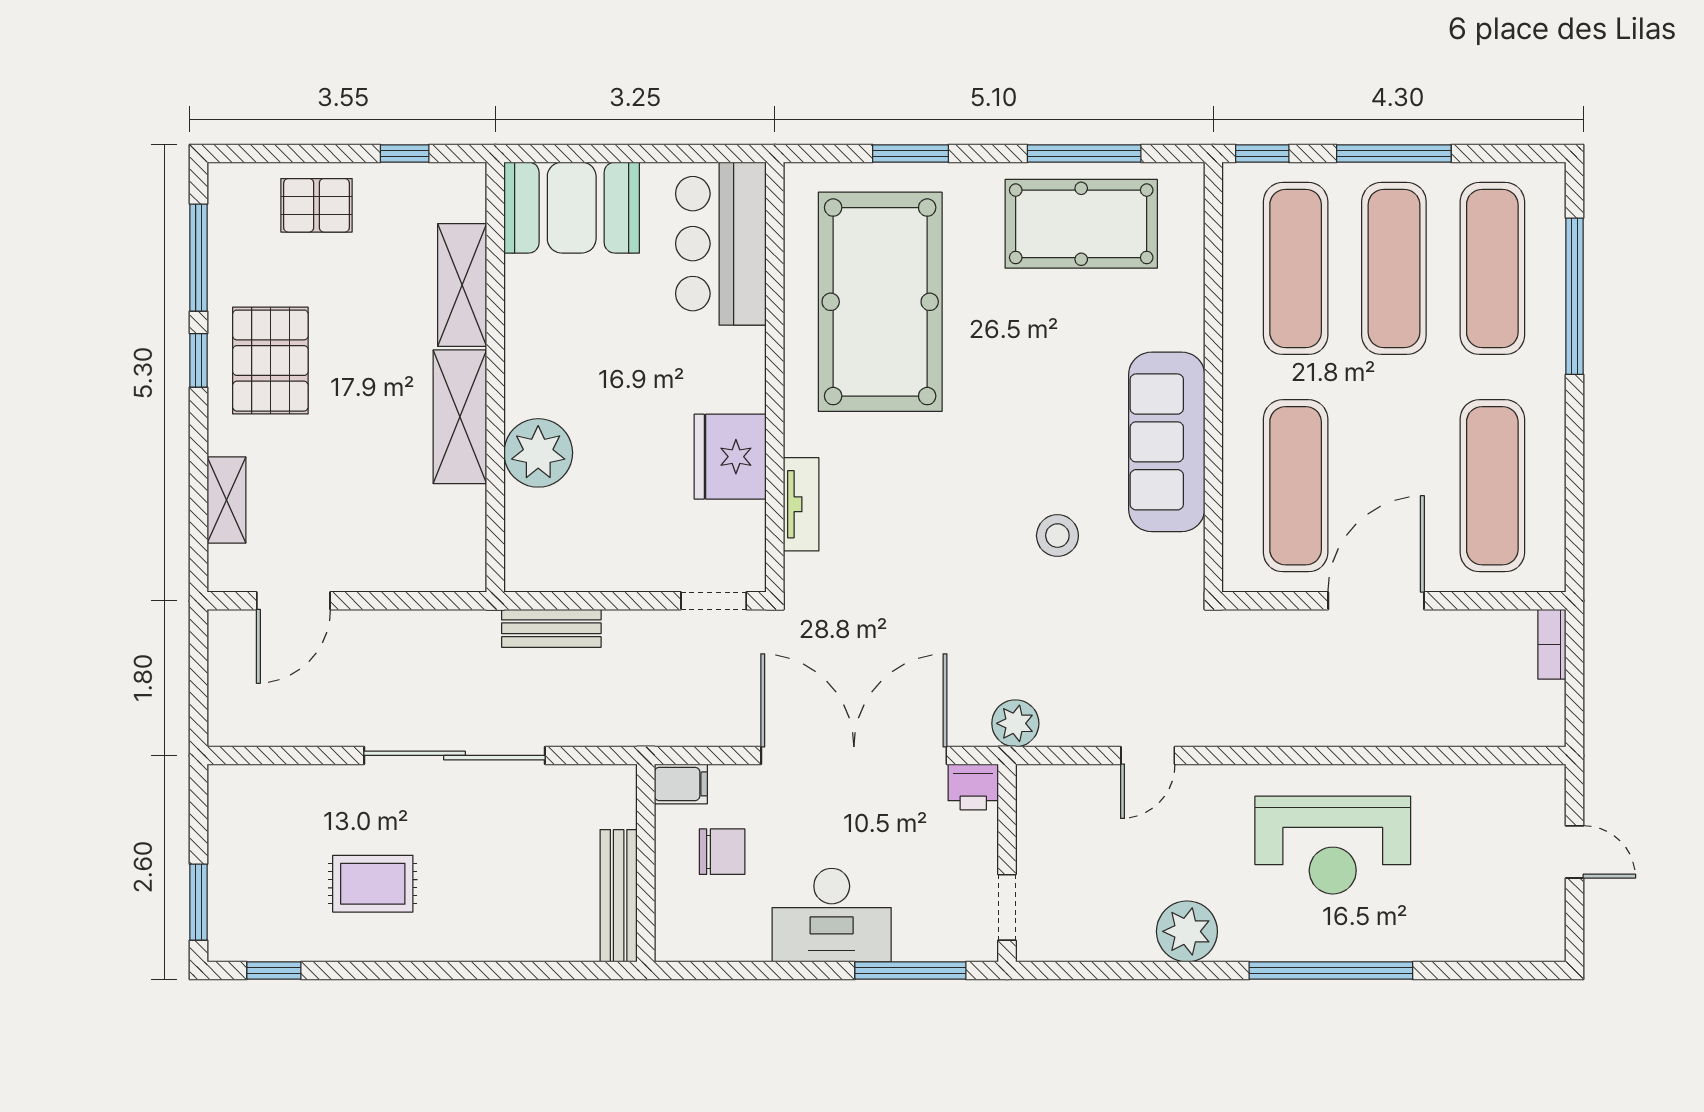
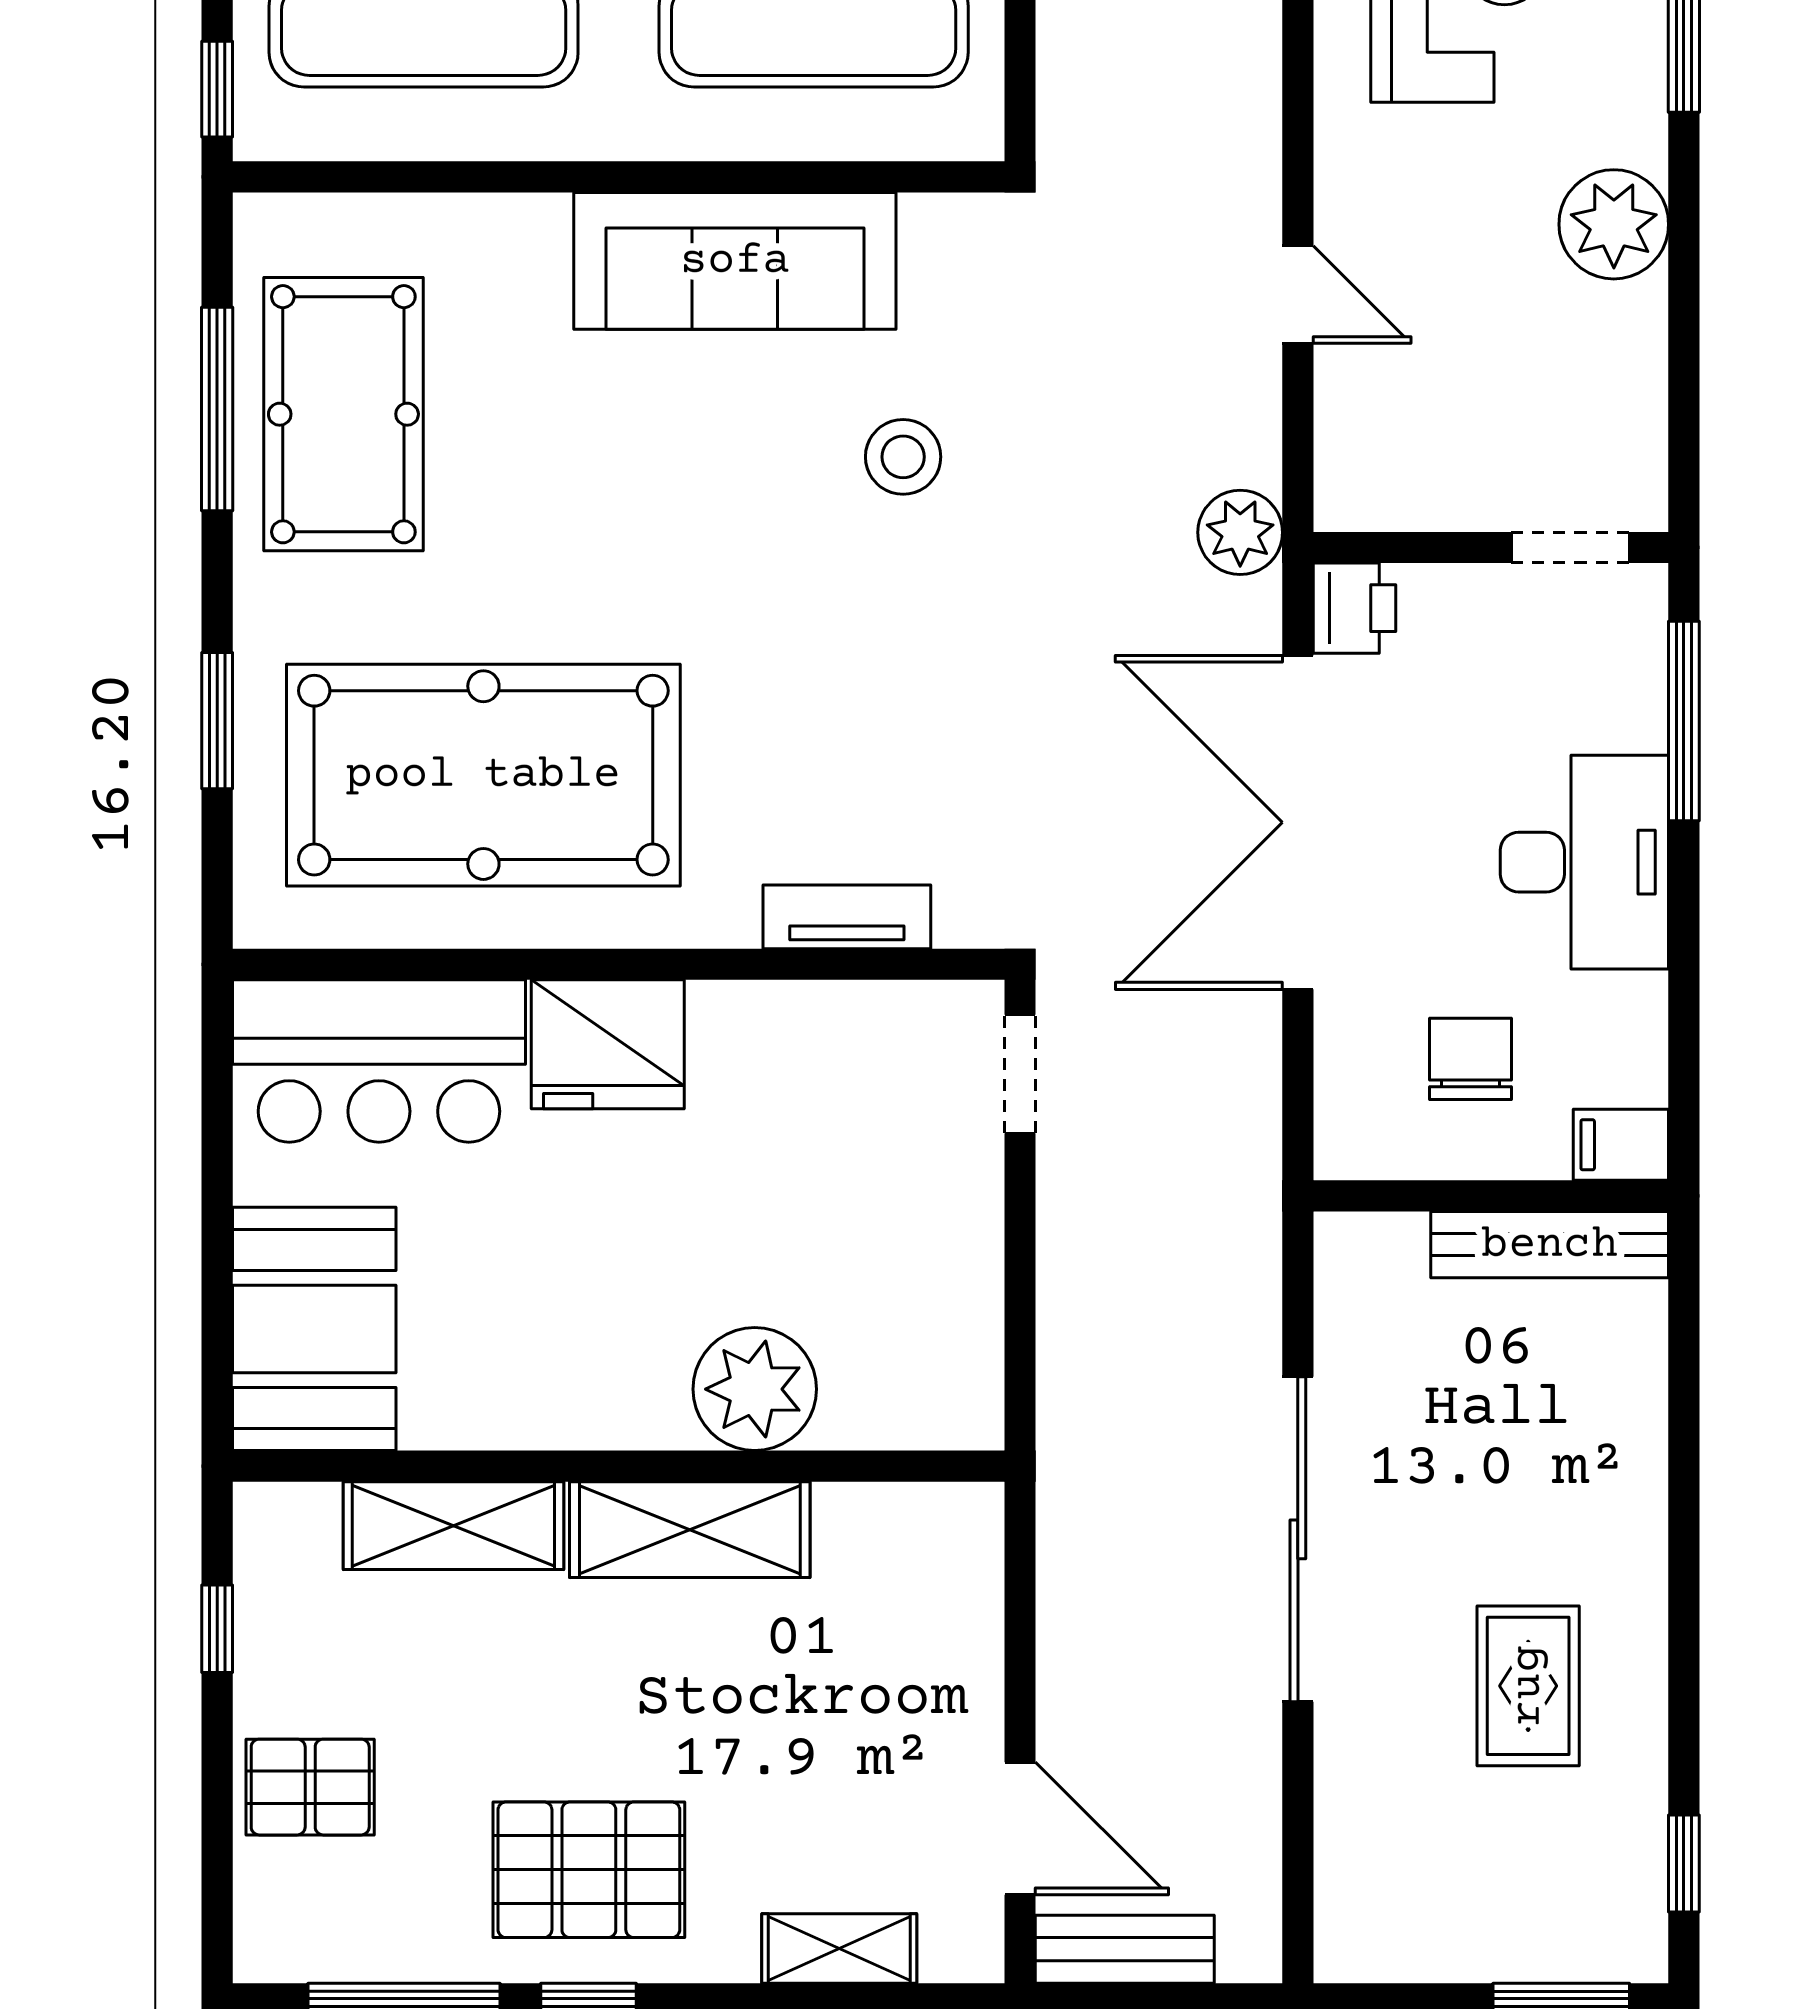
pallet: (317, 205) -> (310, 1787), turned 90
fridge: (730, 457) -> (608, 1044), moved
bench: (551, 628) -> (1125, 1949), moved, turned 90
filing cabinet: (681, 784) -> (1621, 1145), moved, turned -90

